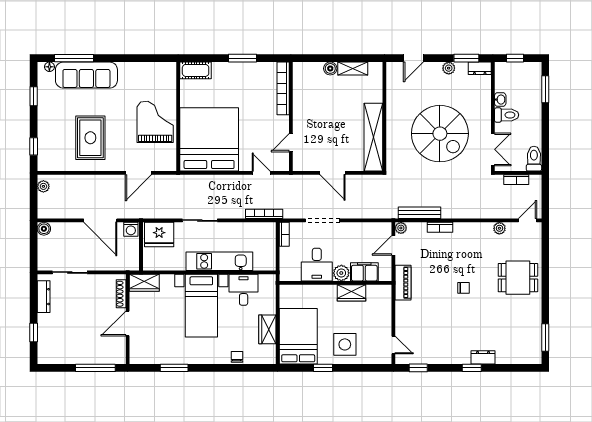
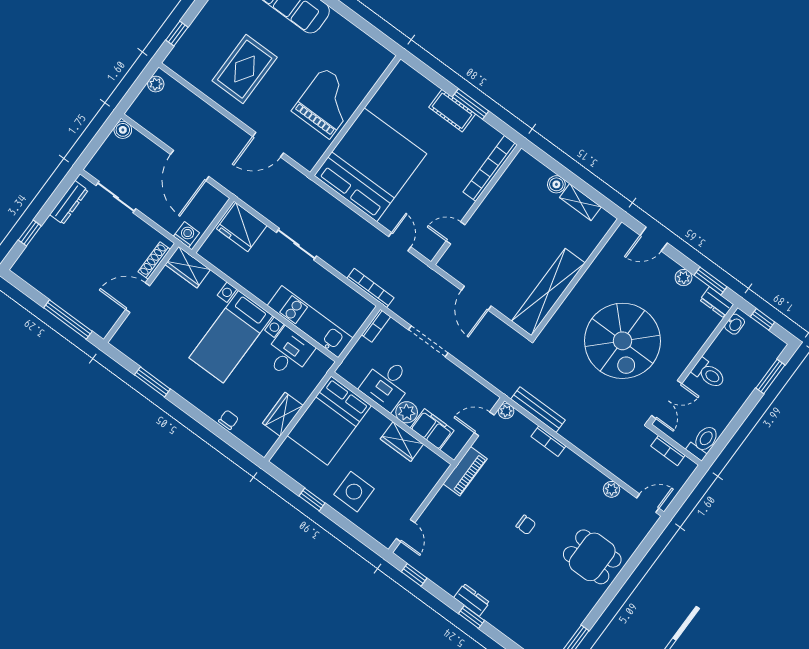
cot: (196, 70) -> (452, 111), moved
washbasin: (500, 100) -> (735, 324), moved
washing machine: (131, 229) -> (186, 235), moved, turned 180
kitchen unit: (219, 261) -> (310, 322), moved
bed: (298, 336) -> (329, 421), moved, turned 180
dresser: (483, 357) -> (472, 600), moved

